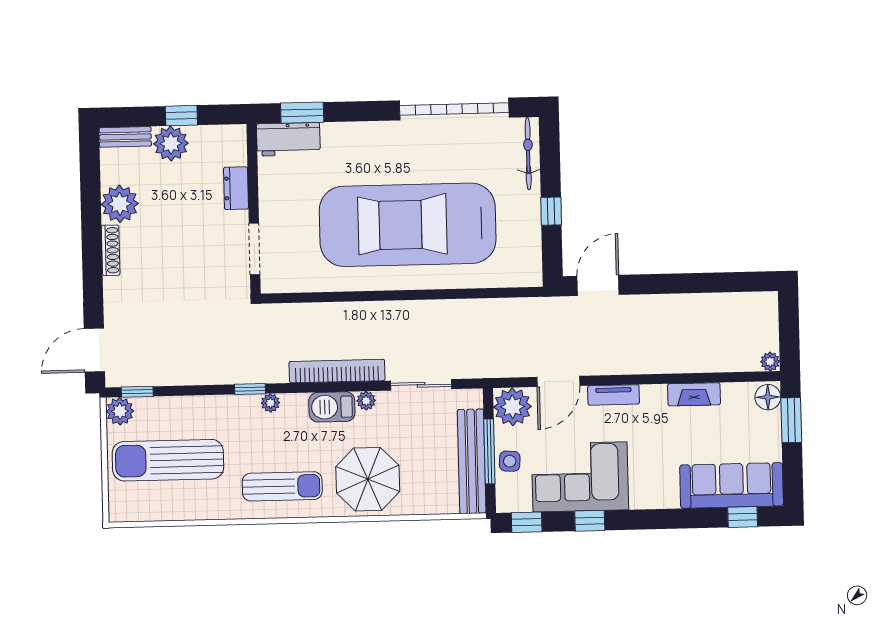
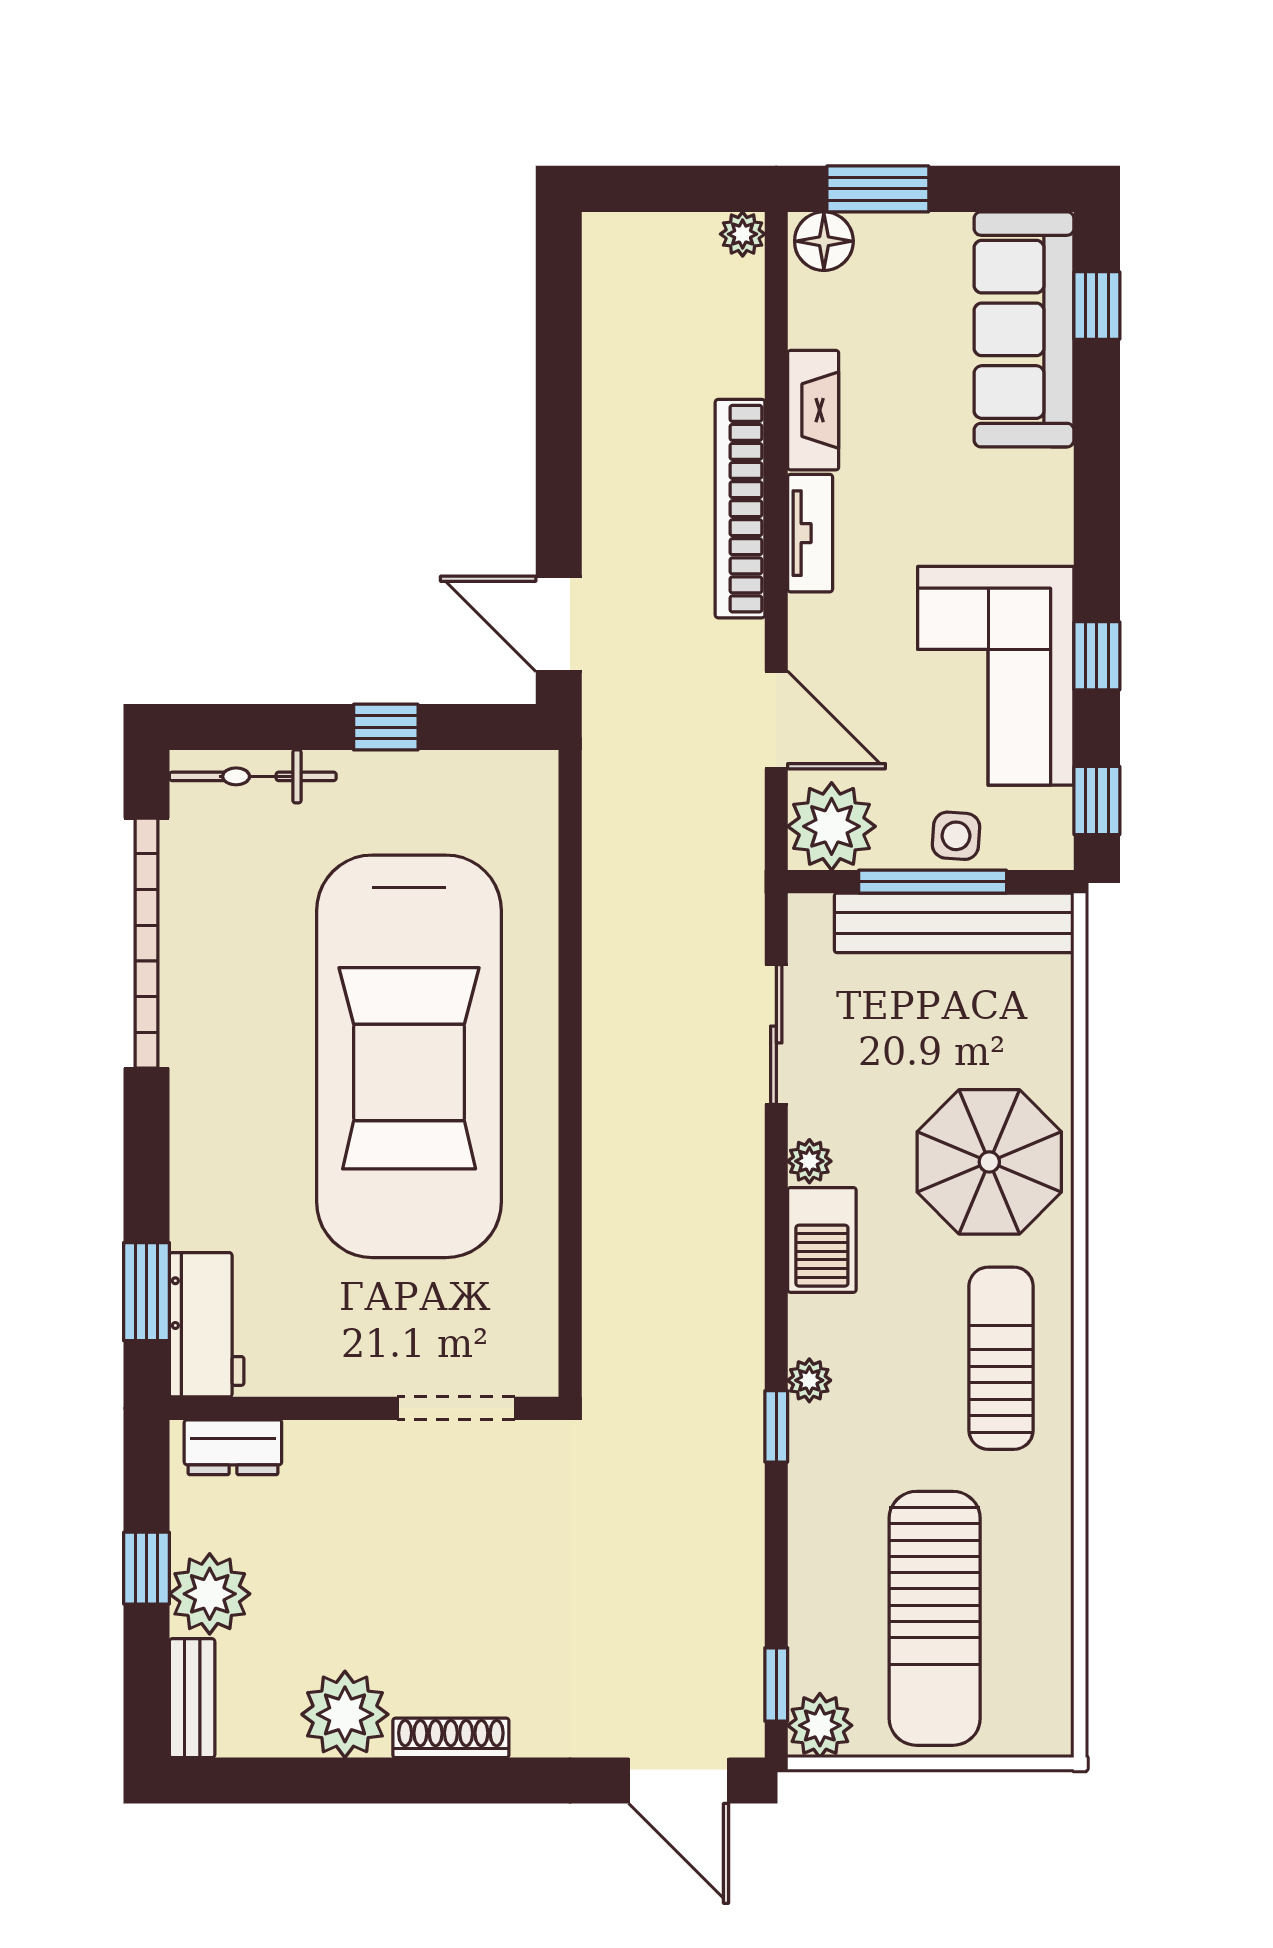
dresser: (236, 188) -> (233, 1447), moved
bookcase: (337, 371) -> (740, 509), moved
tv unit: (614, 395) -> (810, 533), moved

